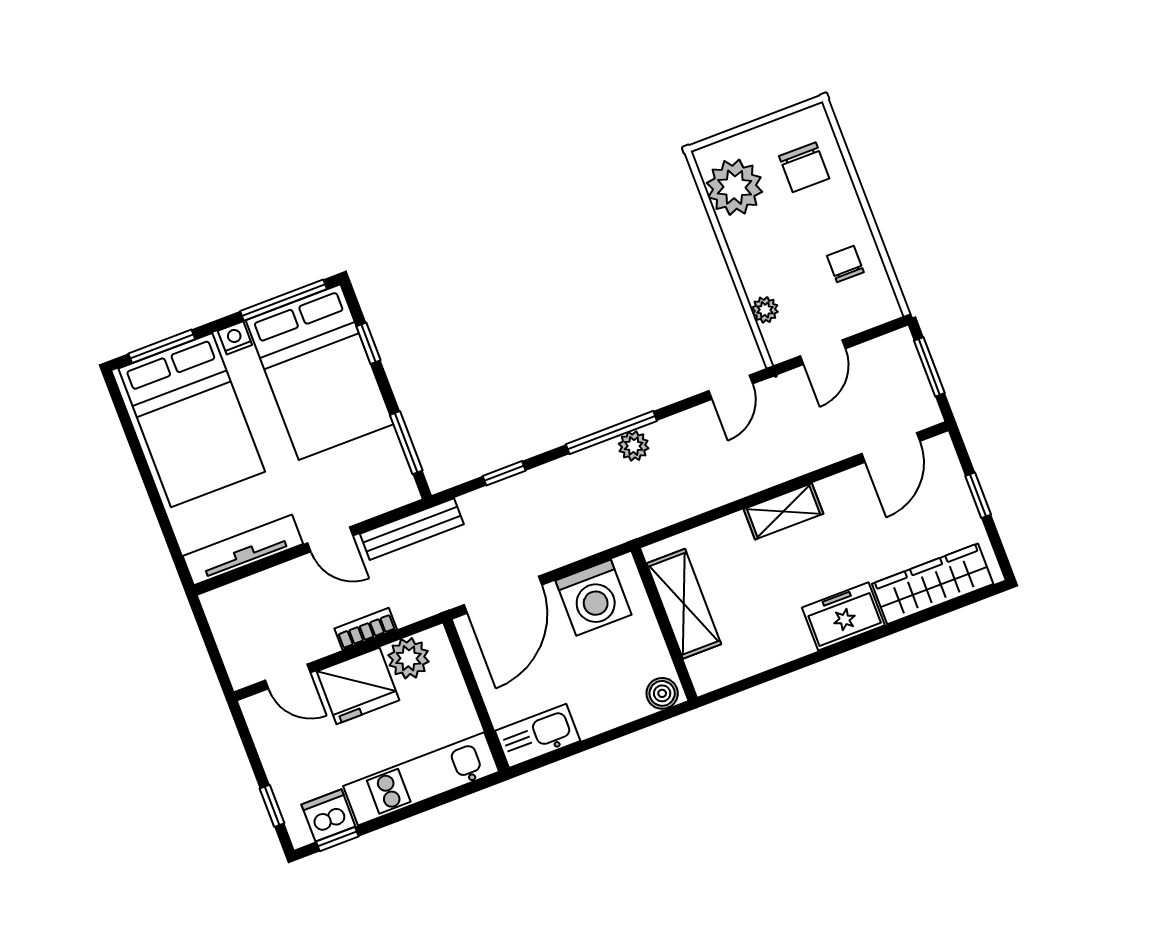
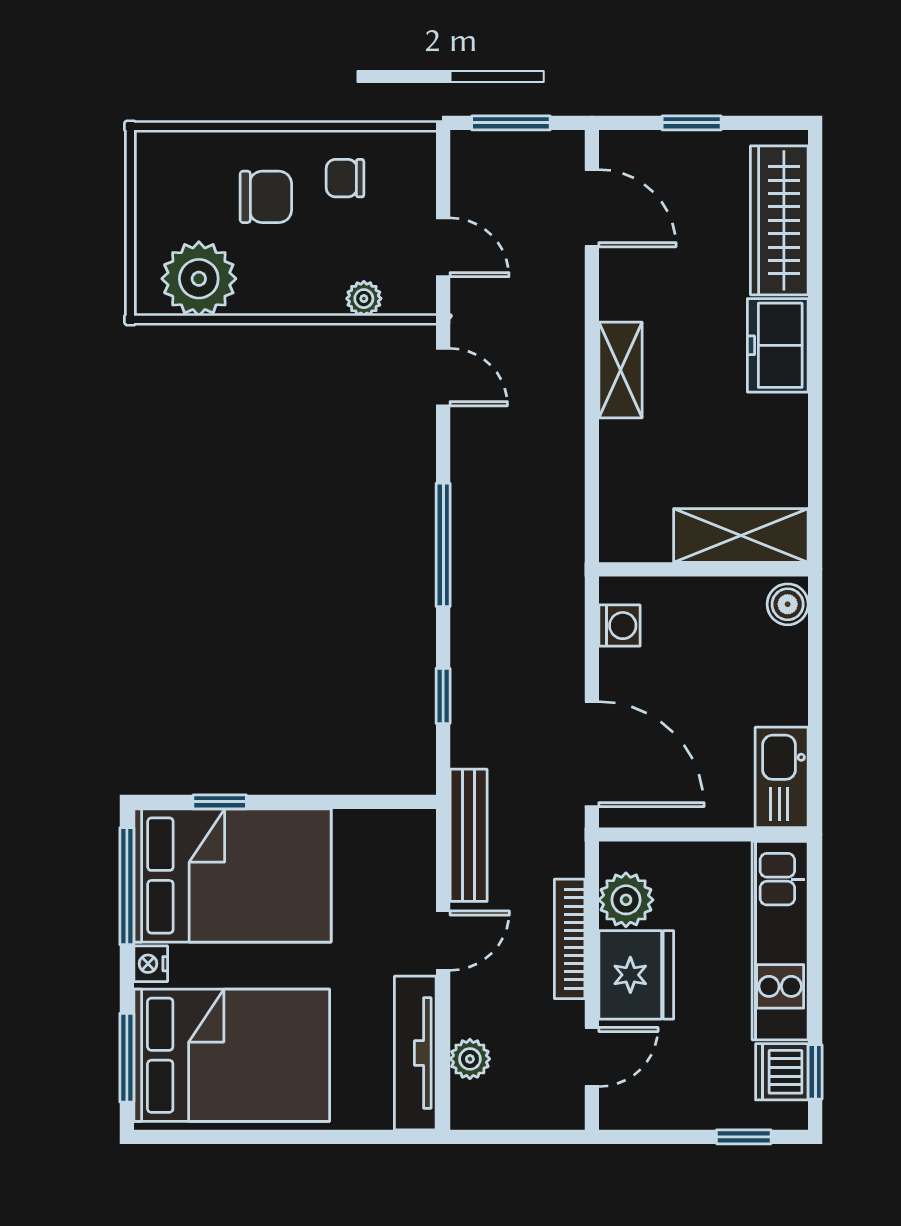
chair: (804, 167) -> (266, 197), moved
window: (406, 443) -> (360, 802), removed
plant: (634, 446) -> (470, 1059), moved
washing machine: (594, 598) -> (619, 626), width x0.53, depth x0.53
shelving: (684, 604) -> (741, 536), moved
bookcase: (366, 629) -> (570, 939), width x1.56

